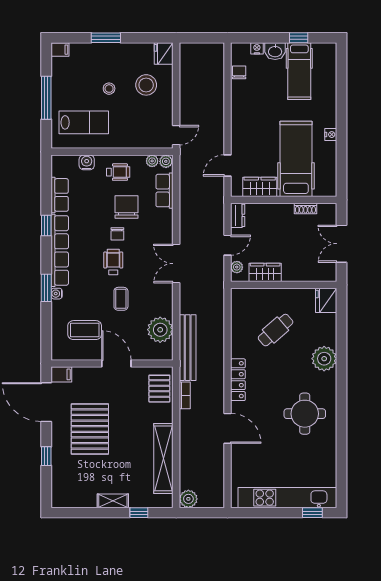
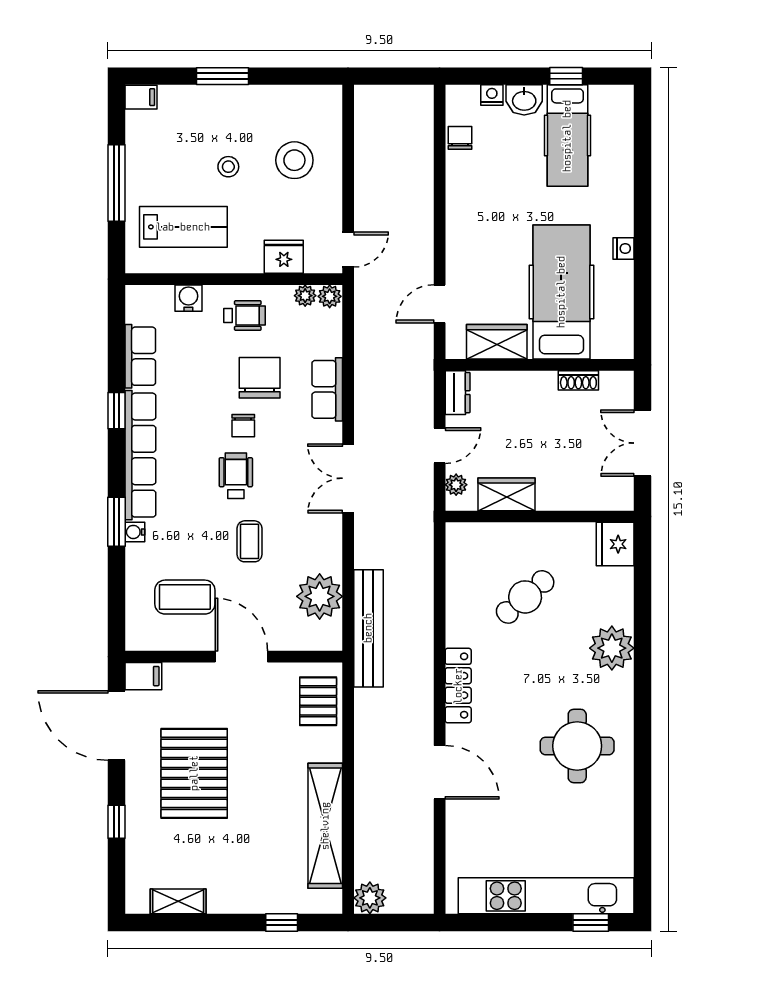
fridge: (164, 53) -> (284, 257), moved, turned 90
row of seats: (164, 191) -> (327, 389), moved
bookcase: (185, 395) -> (363, 714), removed
shelving: (113, 501) -> (178, 901), moved

